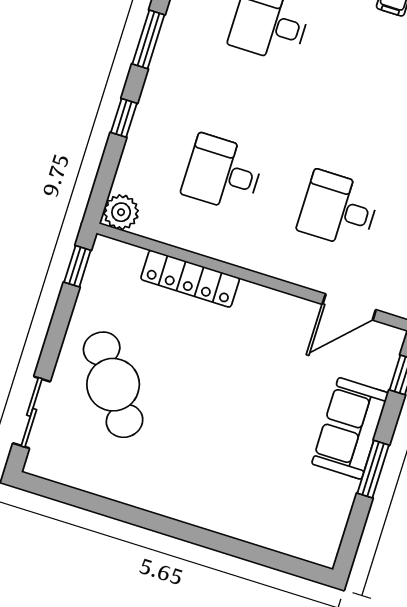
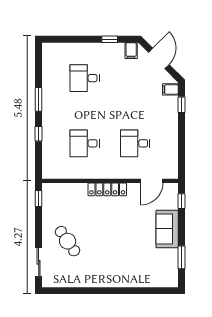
plant: (121, 212) -> (49, 172), removed
locker: (190, 279) -> (107, 189), moved
cafe table: (113, 385) -> (68, 241), width x0.73, depth x0.74
window: (373, 469) -> (181, 257), moved

